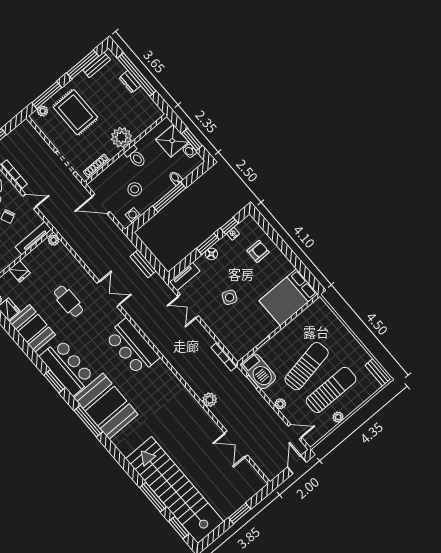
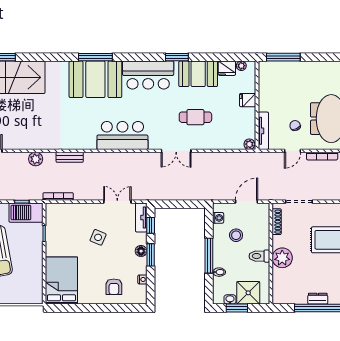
window: (229, 226) -> (151, 225), moved
bench: (143, 264) -> (70, 157), moved
window: (54, 381) -> (177, 57), moved

